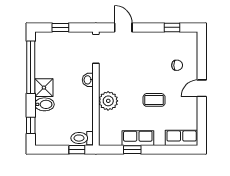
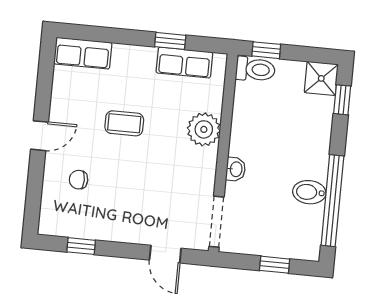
shower: (44, 88) -> (321, 78), moved
bidet: (44, 104) -> (309, 192), moved
row of seats: (138, 138) -> (184, 63), moved

